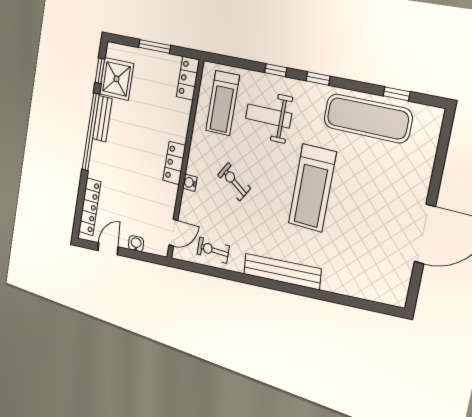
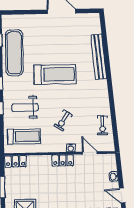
weight bench: (268, 116) -> (25, 107), turned 90
door: (173, 233) -> (90, 153), moved
bench: (282, 271) -> (99, 57), moved

